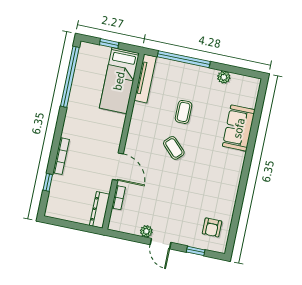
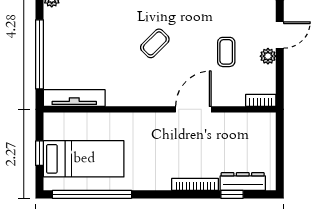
bed: (119, 81) -> (84, 159), moved
coffee table: (184, 112) -> (226, 52), moved, turned 90
bookcase: (119, 198) -> (261, 100), moved
dresser: (100, 210) -> (243, 182), moved, turned 180

